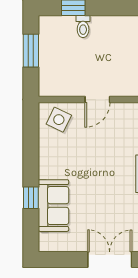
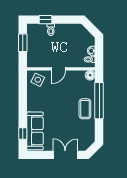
window: (31, 198) -> (23, 133), moved
sofa: (54, 206) -> (35, 131), width x1.36

